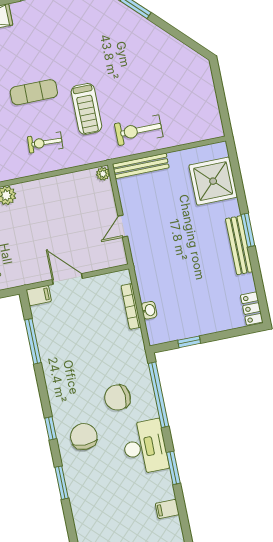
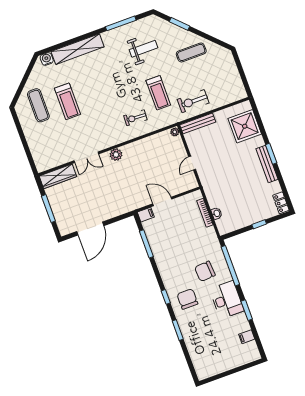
weight bench: (74, 37) -> (143, 49), added
exercise mat: (34, 92) -> (191, 52), moved
window: (189, 342) -> (259, 224), moved

